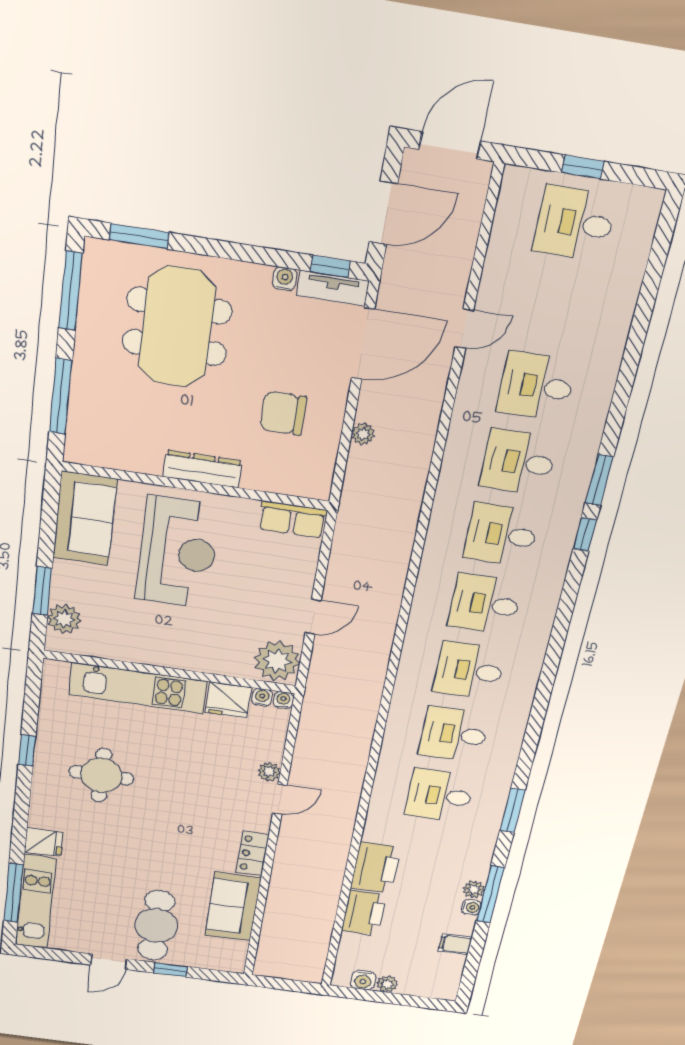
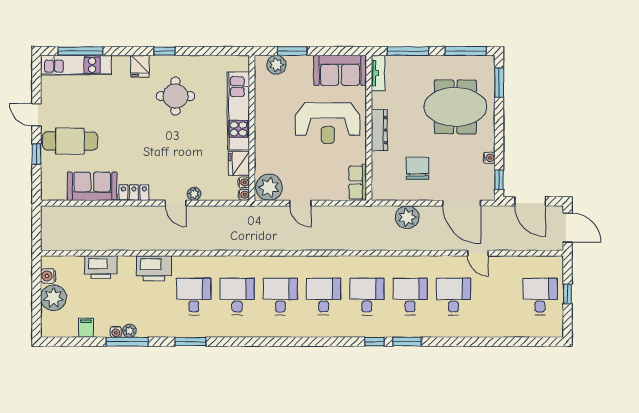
tv unit: (333, 288) -> (378, 73), moved, turned 180
plant: (363, 434) -> (407, 217), width x1.88, depth x1.88
window: (27, 751) -> (164, 51), moved
fridge: (43, 842) -> (140, 66), moved
printer: (376, 868) -> (154, 268), moved
plant: (387, 984) -> (54, 298), width x1.88, depth x1.88

